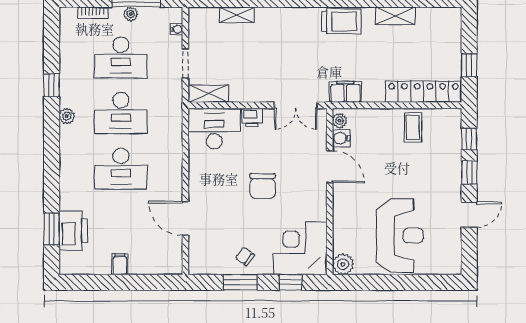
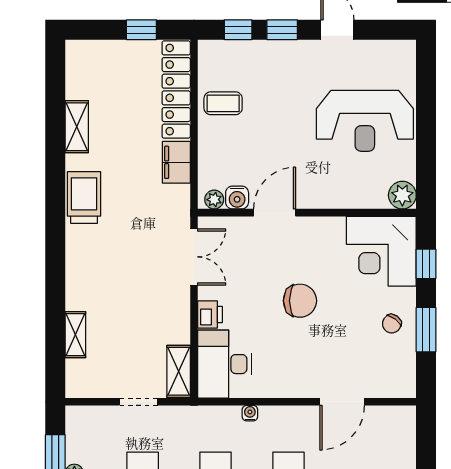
water cooler: (177, 29) -> (250, 413), moved
filing cabinet: (345, 92) -> (176, 162), moved
reception desk: (400, 236) -> (365, 121), turned 180

